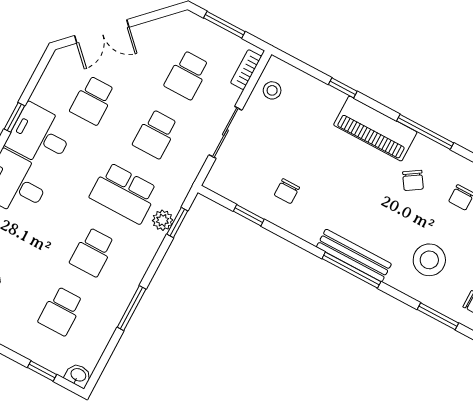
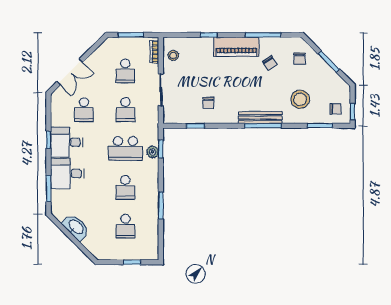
washbasin: (78, 375) -> (152, 254), removed

